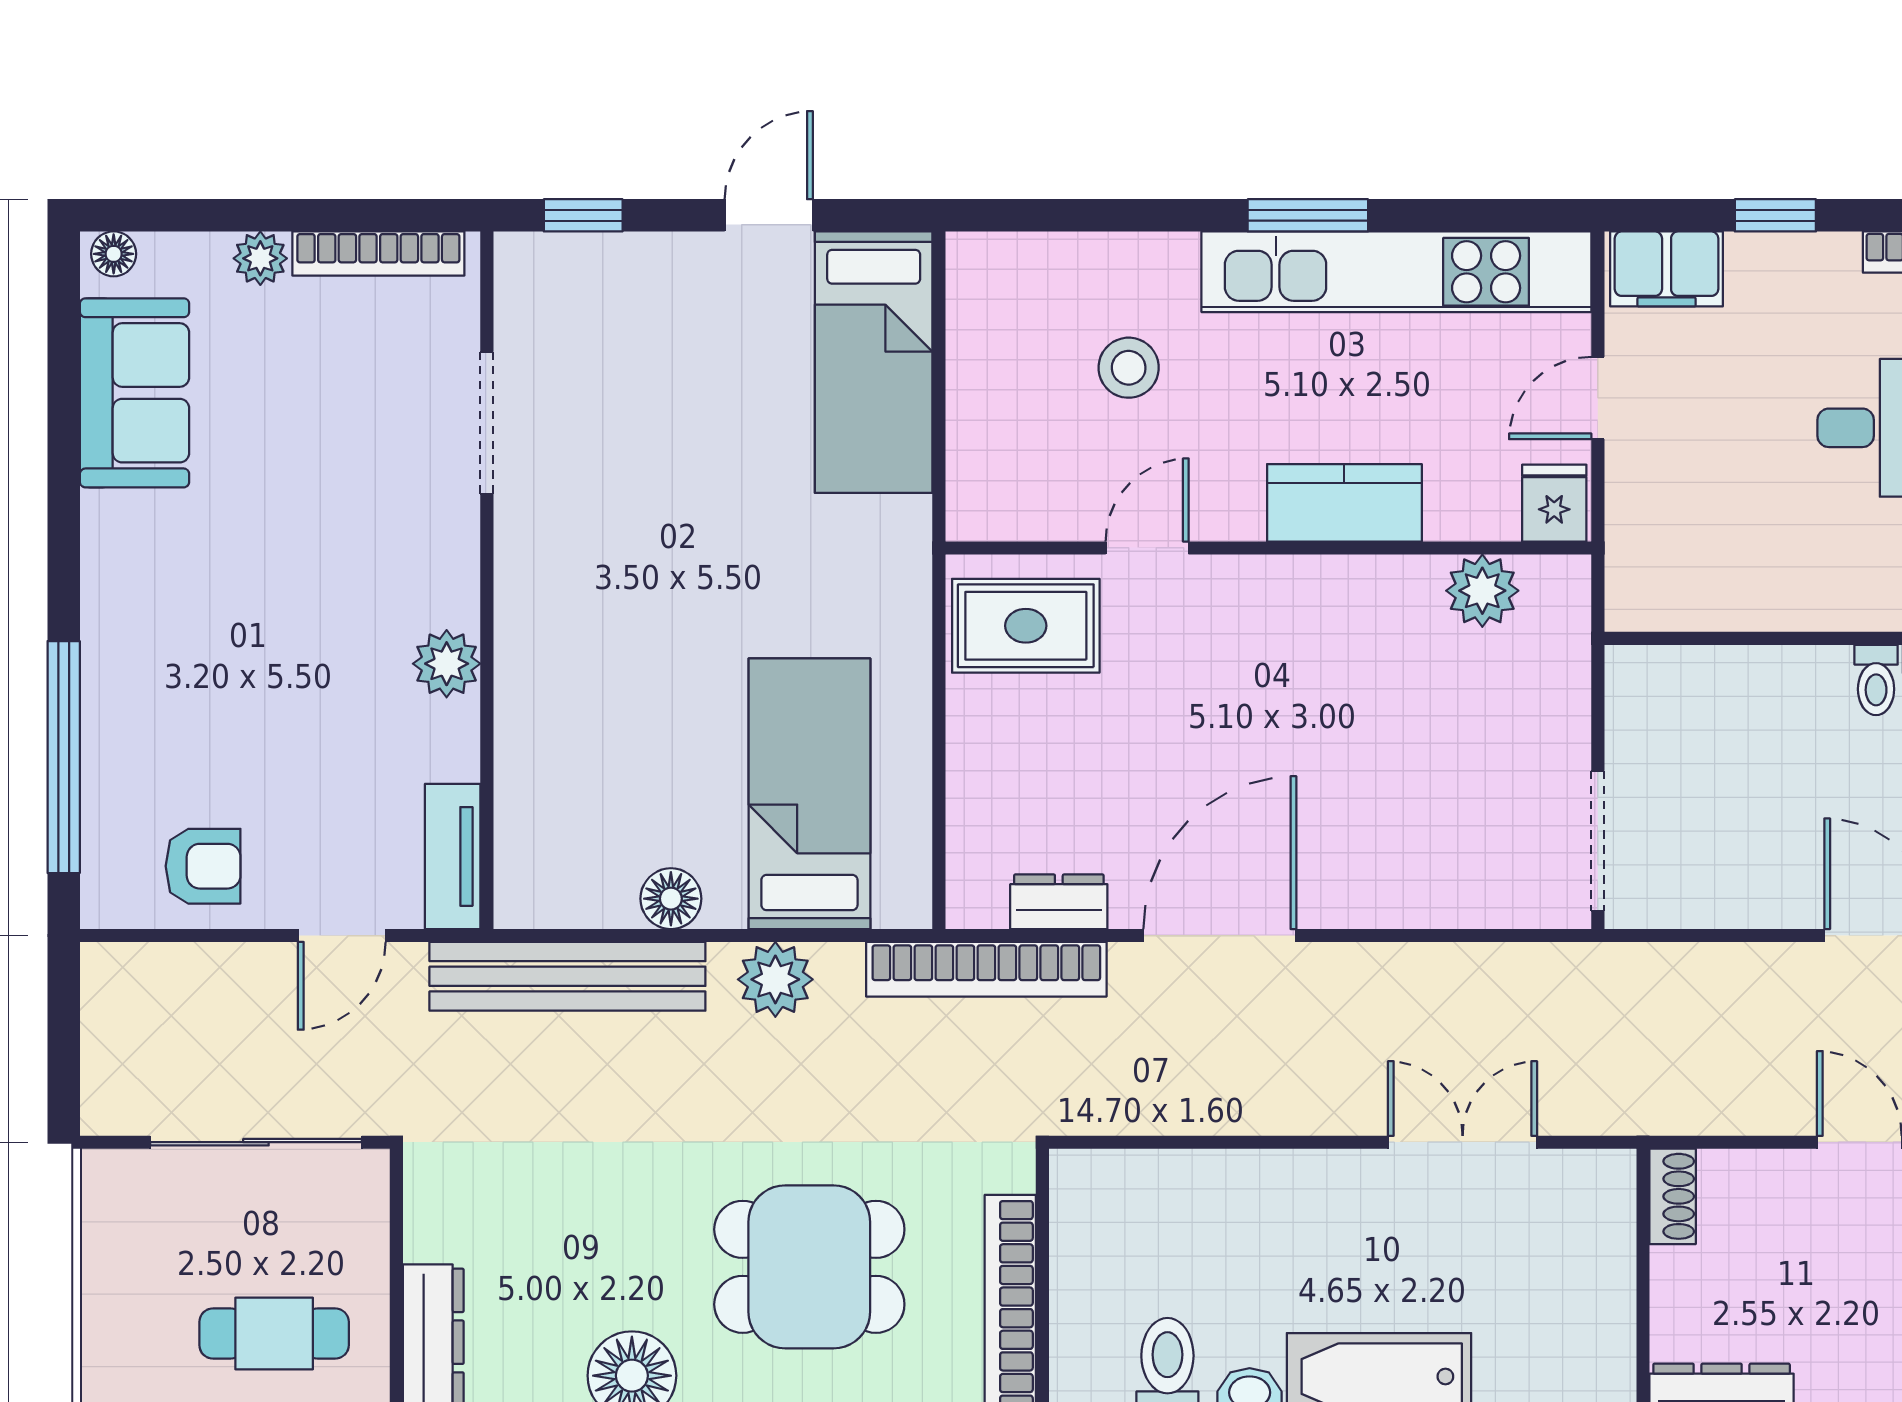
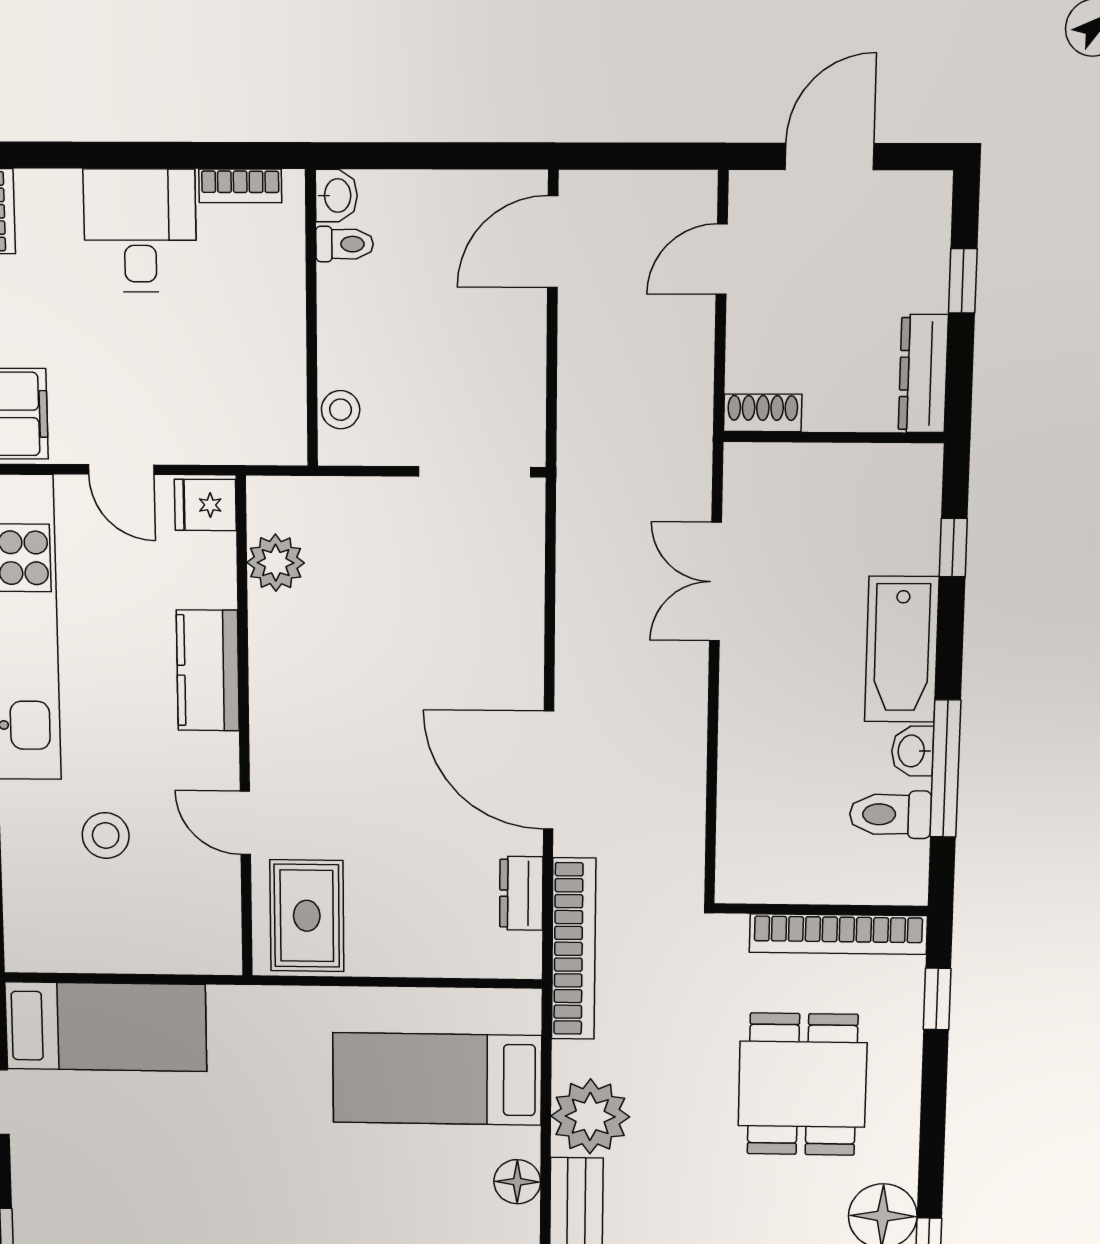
stool: (1674, 674) -> (341, 410), added
plant: (775, 979) -> (590, 1116), width x1.36, depth x1.36

